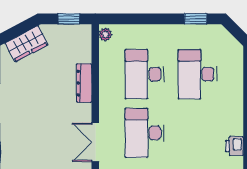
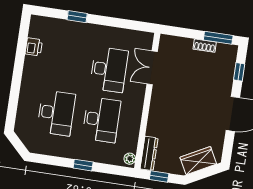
window: (196, 19) -> (83, 165), moved
dresser: (84, 83) -> (149, 153), moved
double door: (95, 142) -> (152, 68), swing flipped

